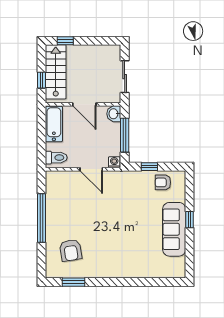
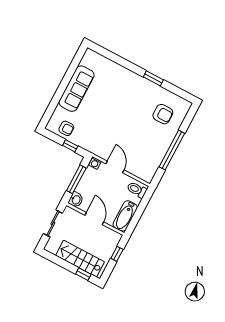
stairs: (56, 72) -> (80, 259), moved, turned 90
window: (190, 220) -> (61, 90), removed
armchair: (71, 250) -> (163, 114), turned 99
window: (74, 282) -> (153, 78), moved

